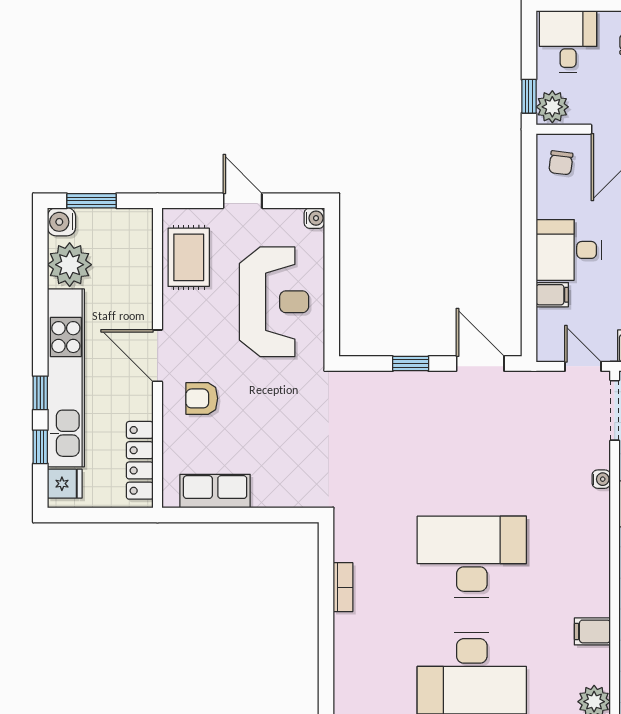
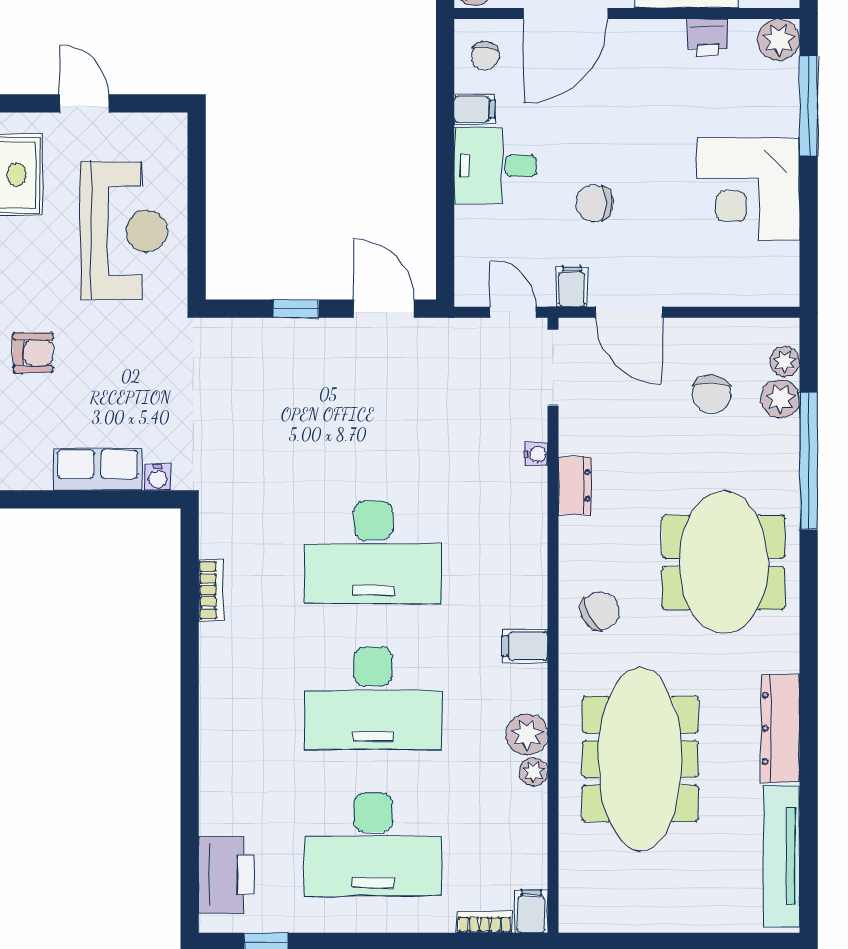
water cooler: (314, 218) -> (158, 477), moved, turned 90
filing cabinet: (552, 295) -> (474, 109), moved
armchair: (202, 398) -> (33, 353), turned 180
row of seats: (215, 491) -> (97, 469), moved
desk: (472, 557) -> (373, 552), turned 180

